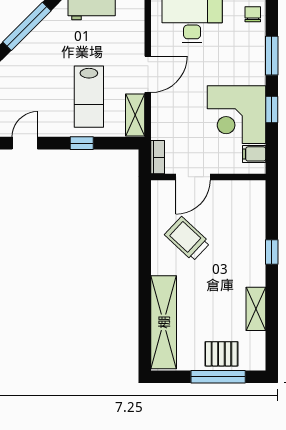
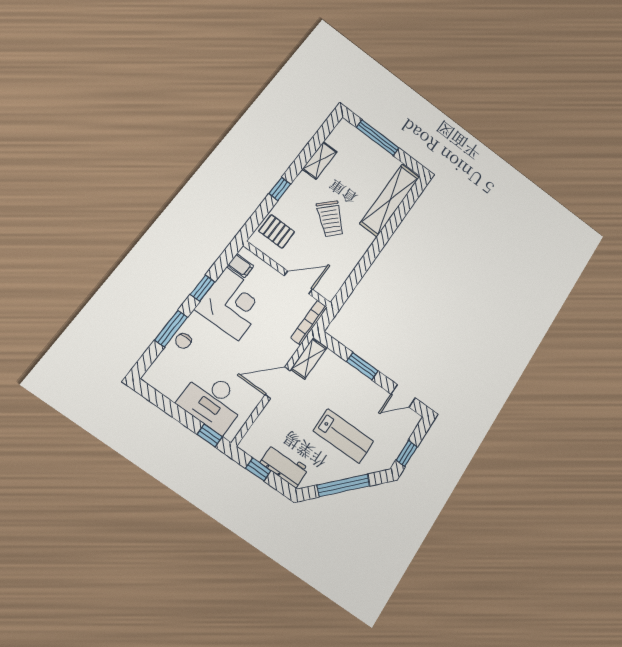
chair: (253, 14) -> (183, 341), moved
lab bench: (89, 97) -> (343, 436), moved, turned 90
window: (82, 143) -> (362, 366), width x1.50
bookcase: (158, 157) -> (309, 322), width x1.56
trolley: (187, 239) -> (330, 219), moved
pallet: (221, 354) -> (277, 231), moved

